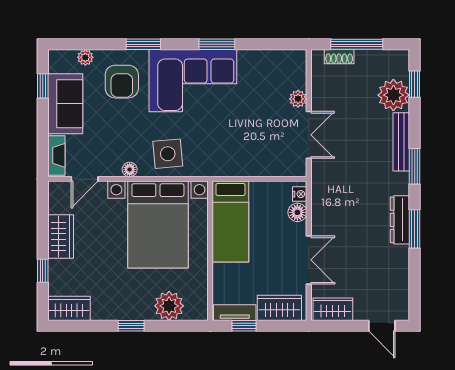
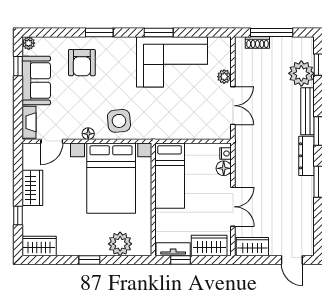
plant: (85, 57) -> (29, 43), moved
corner sofa: (193, 81) -> (172, 62), moved
dresser: (400, 220) -> (307, 156), moved

